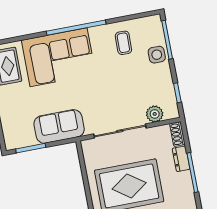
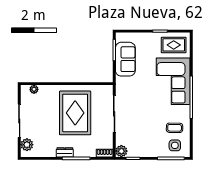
side table: (157, 55) -> (175, 145), moved
plant: (155, 114) -> (121, 151), moved
sofa: (59, 126) -> (125, 59), moved
dresser: (181, 159) -> (65, 152), moved

